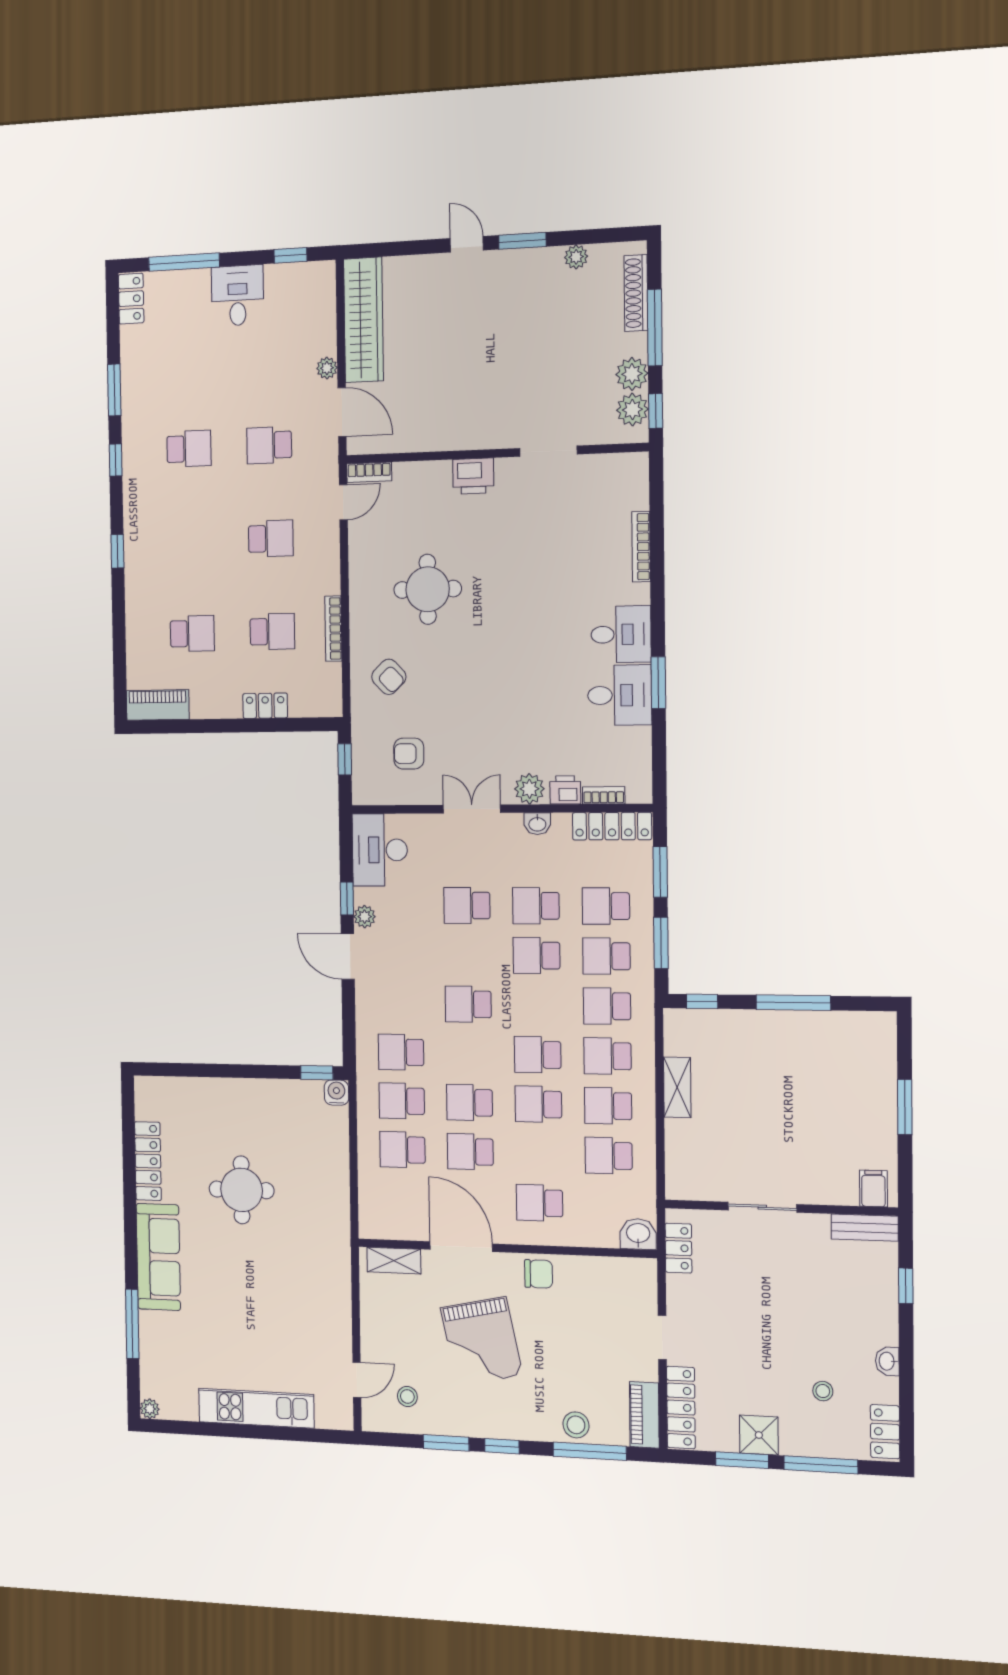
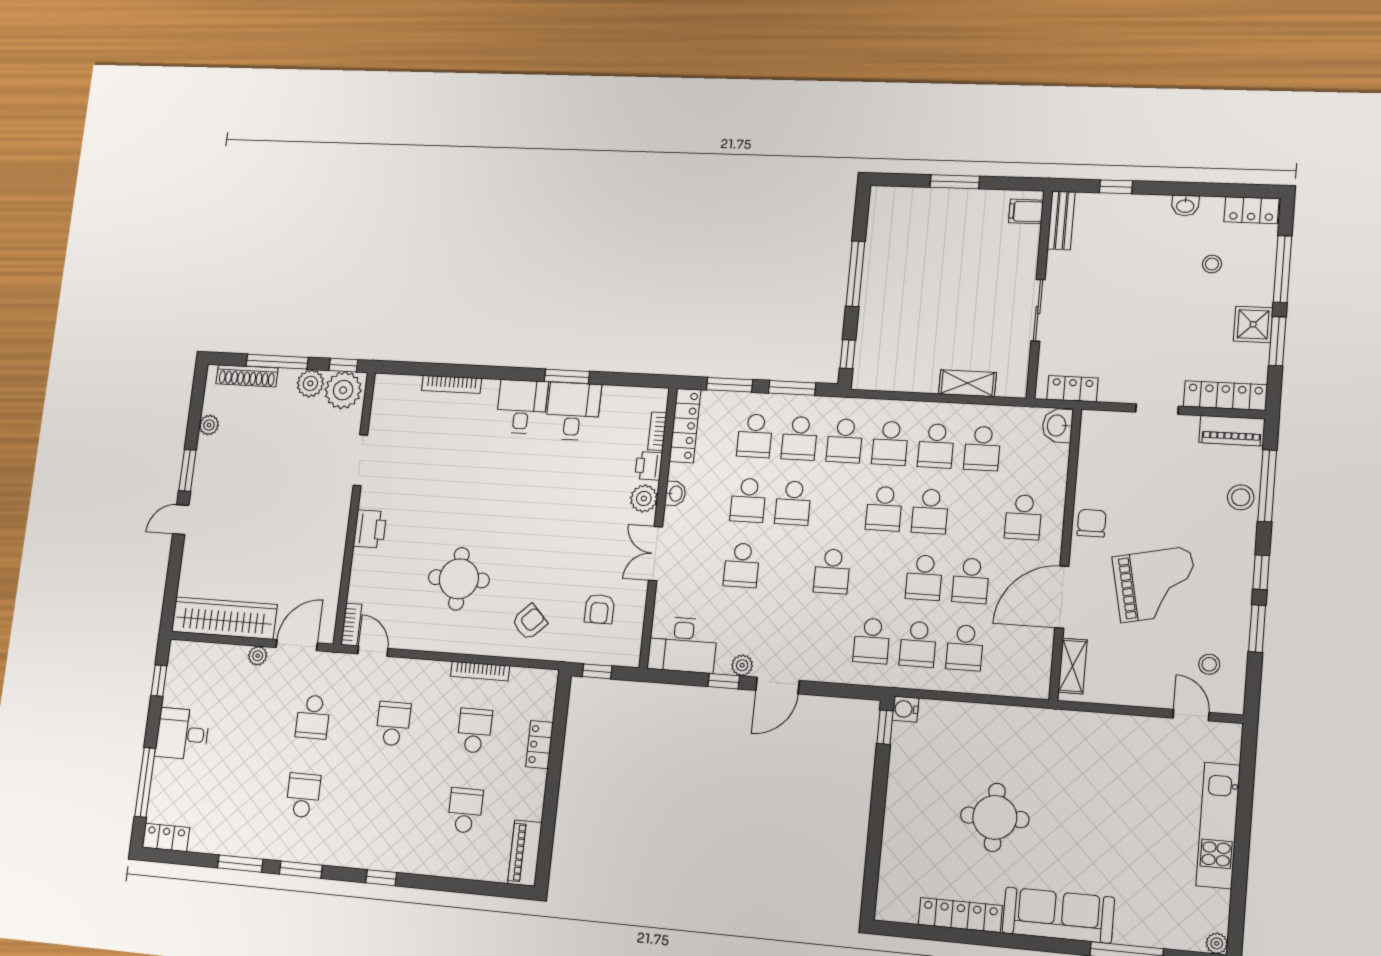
plant: (632, 410) -> (343, 390), width x1.36, depth x1.36
window: (116, 460) -> (301, 870), width x1.50
shelving: (677, 1087) -> (967, 383), moved

